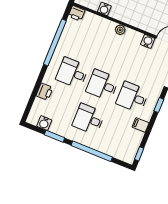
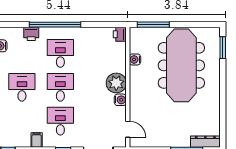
plant: (120, 30) -> (116, 83), width x1.88, depth x1.88
water cooler: (148, 41) -> (120, 100), moved
window: (55, 42) -> (55, 25), moved

